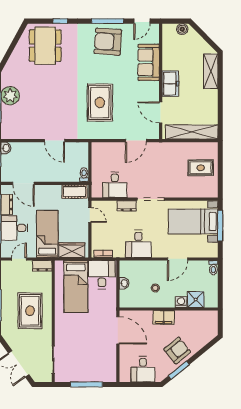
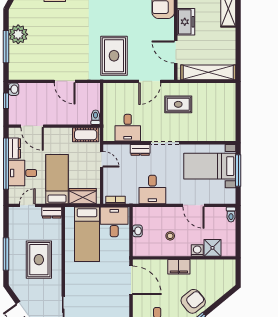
rug: (100, 102) -> (114, 56), moved
rug: (201, 168) -> (178, 104), moved
door: (178, 259) -> (193, 205), hinge flipped

